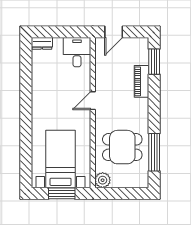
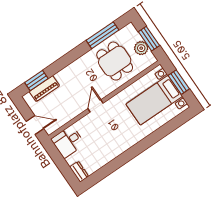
piano: (141, 81) -> (44, 89), moved
door: (93, 101) -> (95, 106), swing flipped
plant: (103, 180) -> (141, 48), moved
window: (121, 193) -> (149, 39), added

